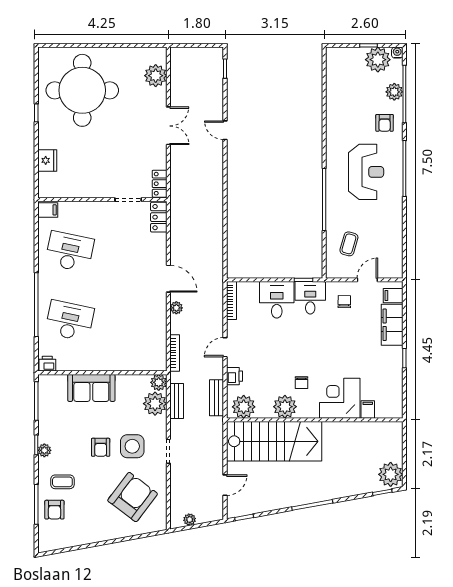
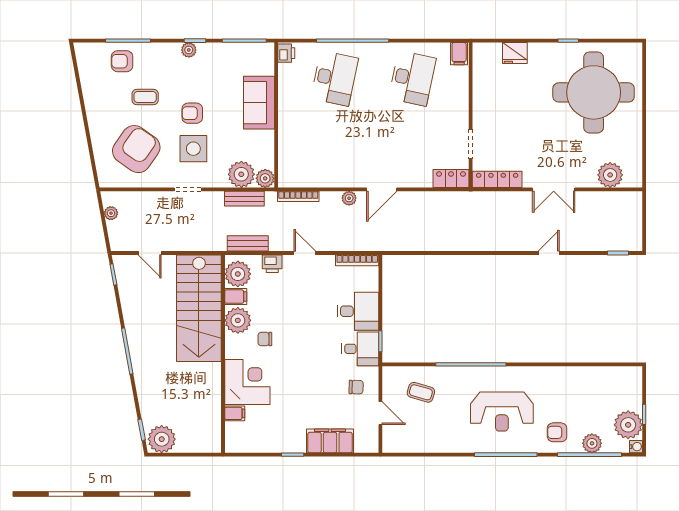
locker: (160, 184) -> (497, 179), width x1.53
filing cabinet: (393, 296) -> (236, 297), moved, turned 90
coffee table: (62, 482) -> (145, 97), moved, turned 90
armchair: (133, 497) -> (136, 149), turned -92

